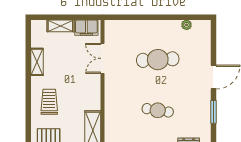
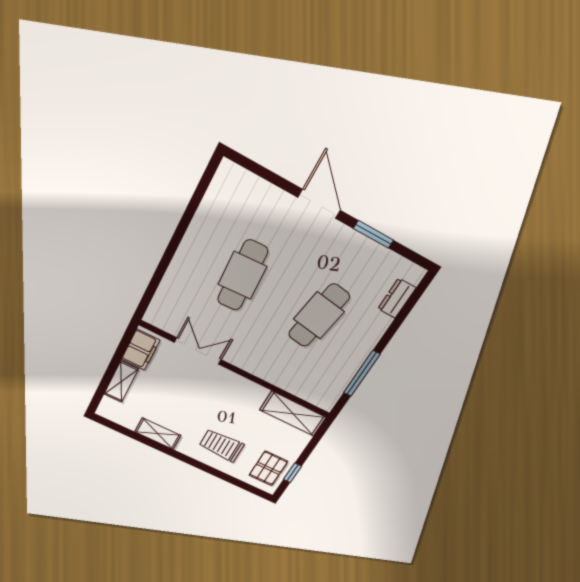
plant: (187, 25) -> (211, 202), removed
double door: (103, 58) -> (198, 351), swing flipped
cafe table: (158, 110) -> (319, 315), width x1.37, depth x1.35

